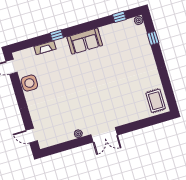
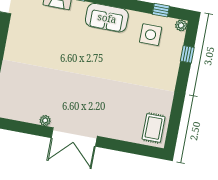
side table: (29, 83) -> (151, 35), moved
double door: (104, 135) -> (74, 137), width x1.37

